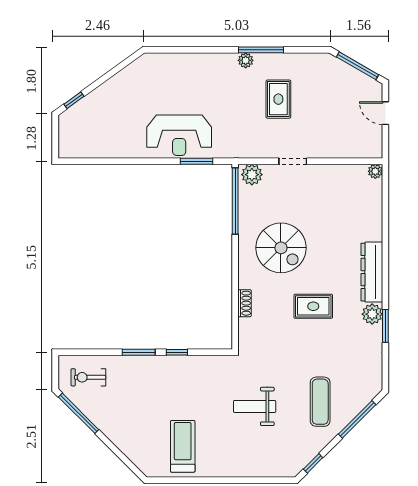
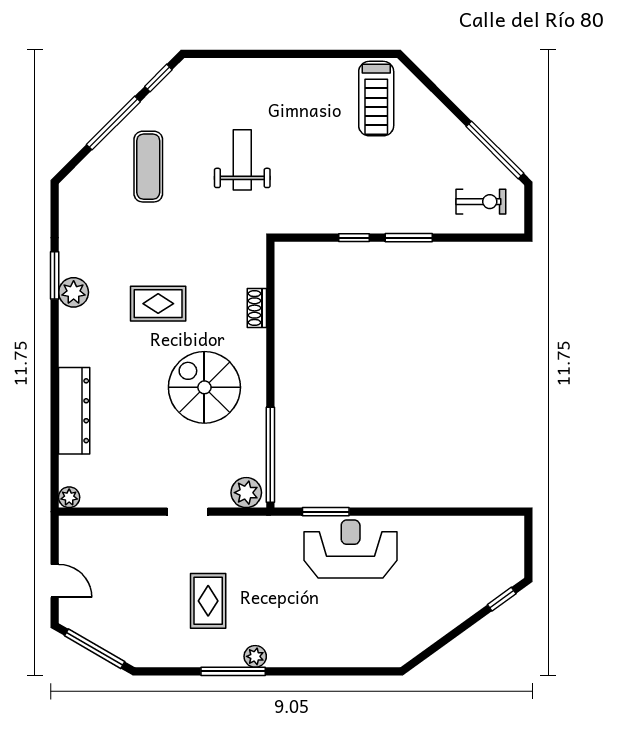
dresser: (372, 272) -> (74, 411), moved
weight bench: (255, 406) -> (242, 160), turned -90
window: (357, 419) -> (113, 123), moved
treadmill: (183, 446) -> (376, 99), moved

